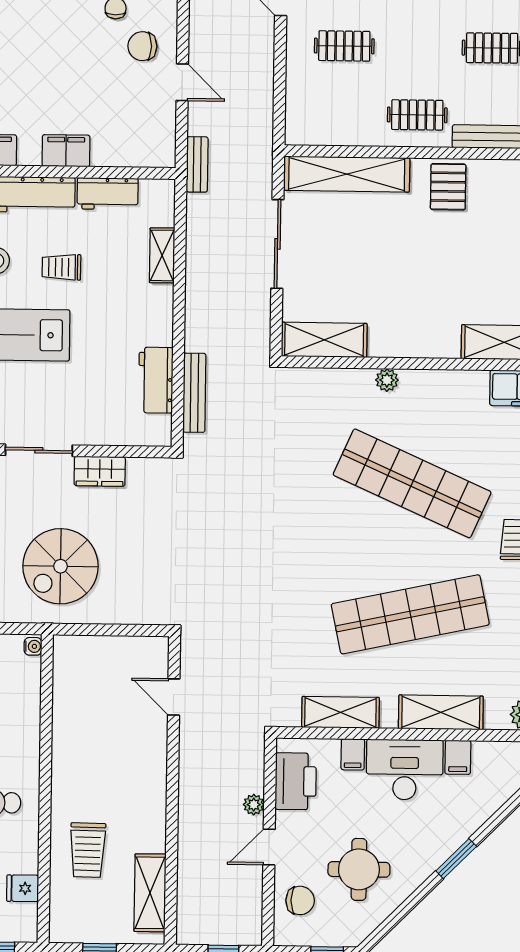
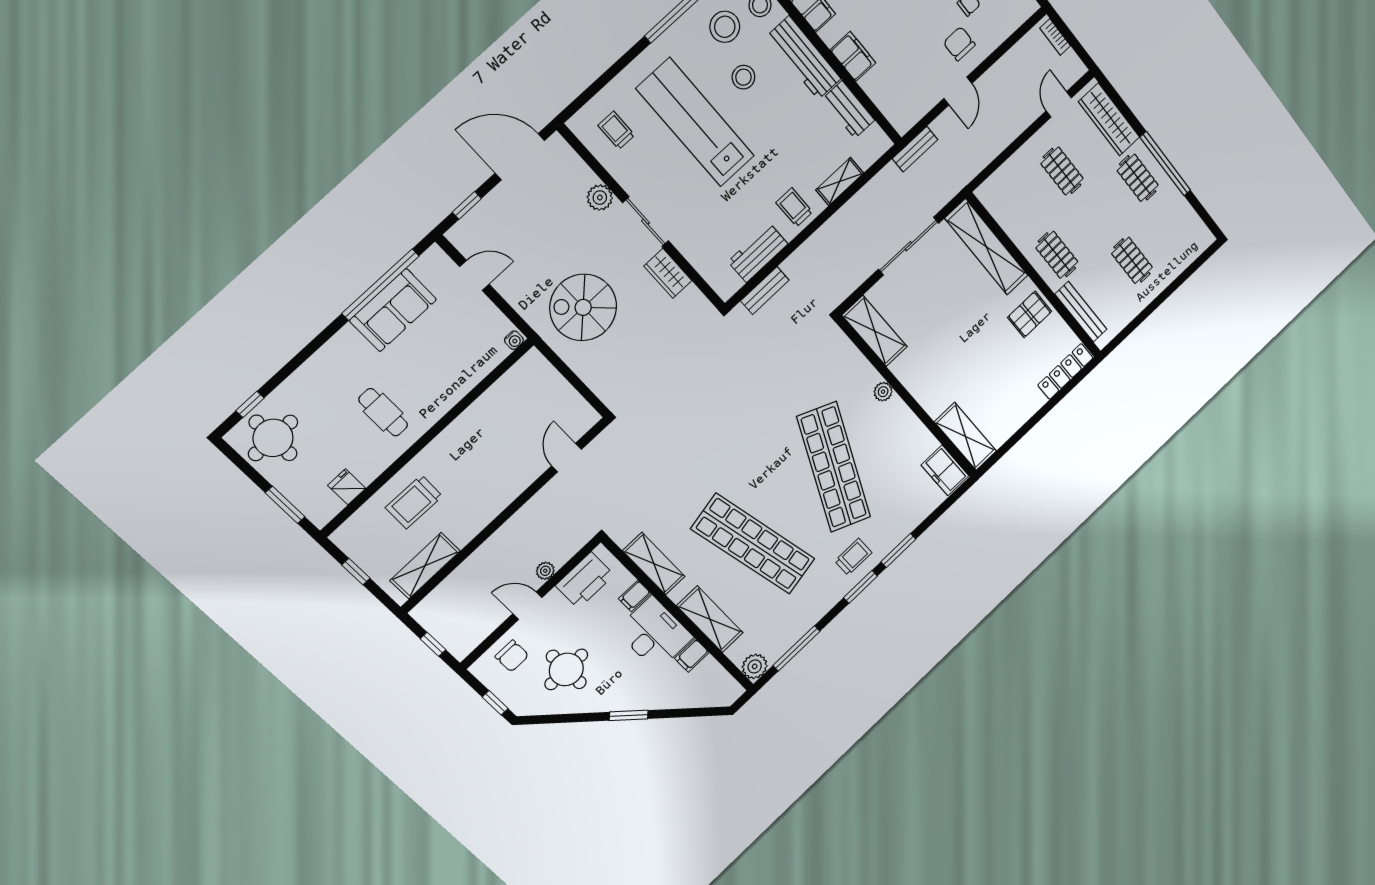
trolley: (61, 267) -> (794, 207), moved
bench: (194, 393) -> (765, 291), width x0.73

